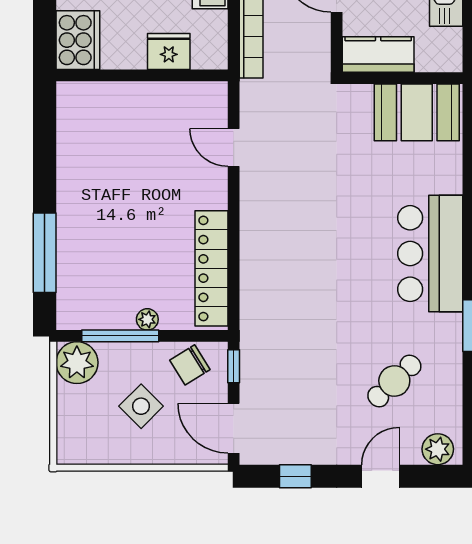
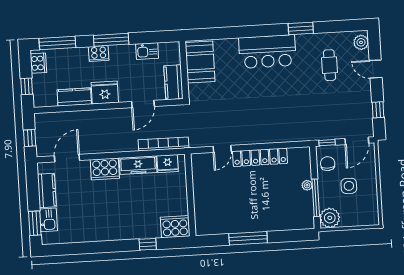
fridge: (169, 51) -> (168, 164), moved, turned -90
window: (45, 253) -> (248, 238), moved
locker: (211, 268) -> (260, 157), moved
chair: (190, 365) -> (328, 164), turned -148
cafe table: (394, 381) -> (330, 65), turned 44
side table: (141, 406) -> (349, 186), turned 45

